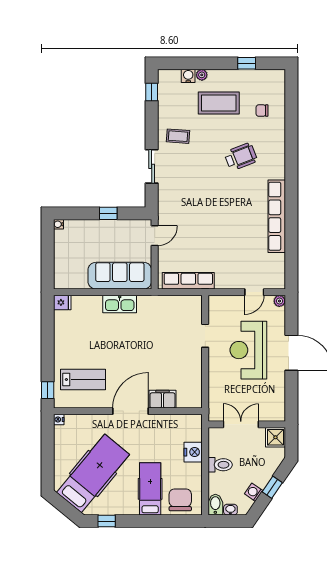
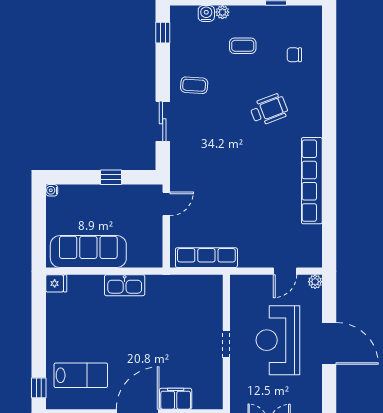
coffee table: (219, 103) -> (243, 46), width x0.54, depth x0.58
sofa: (120, 276) -> (88, 252), moved
doorway: (205, 336) -> (226, 344), moved

